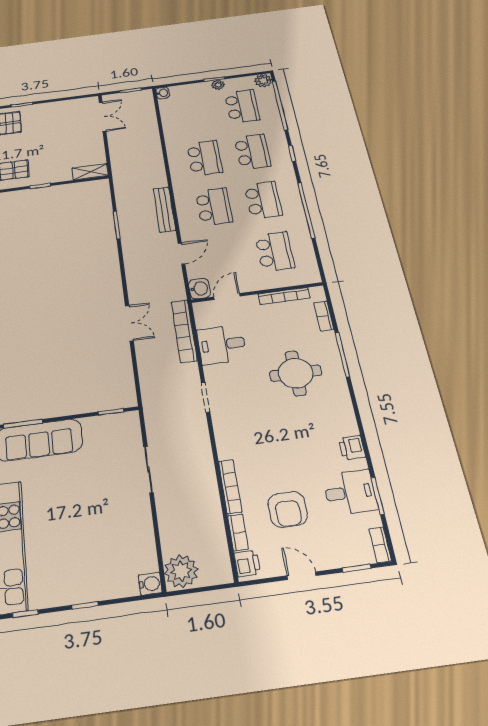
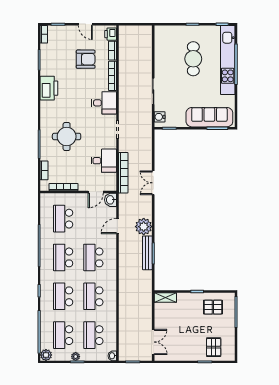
school desk: (196, 112) -> (93, 335), added
double door: (103, 117) -> (153, 342), swing flipped
bench: (164, 209) -> (147, 253), moved
printer: (352, 448) -> (49, 88), width x1.87, depth x1.48
desk: (350, 492) -> (104, 103), moved, turned 180
armchair: (288, 509) -> (86, 59), turned 90
cafe table: (78, 539) -> (193, 59), added
plant: (181, 571) -> (144, 227), moved
water cooler: (150, 584) -> (160, 117), moved

